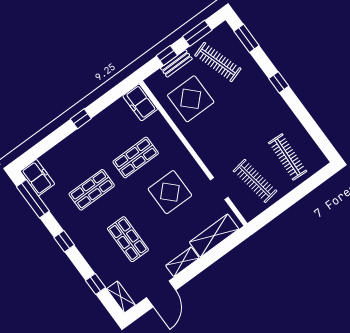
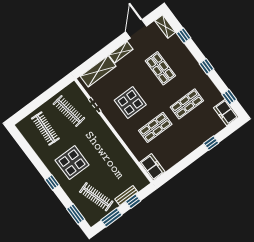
display table: (191, 99) -> (72, 163), moved
window: (81, 119) -> (211, 143), moved
window: (33, 199) -> (229, 97), width x0.46

